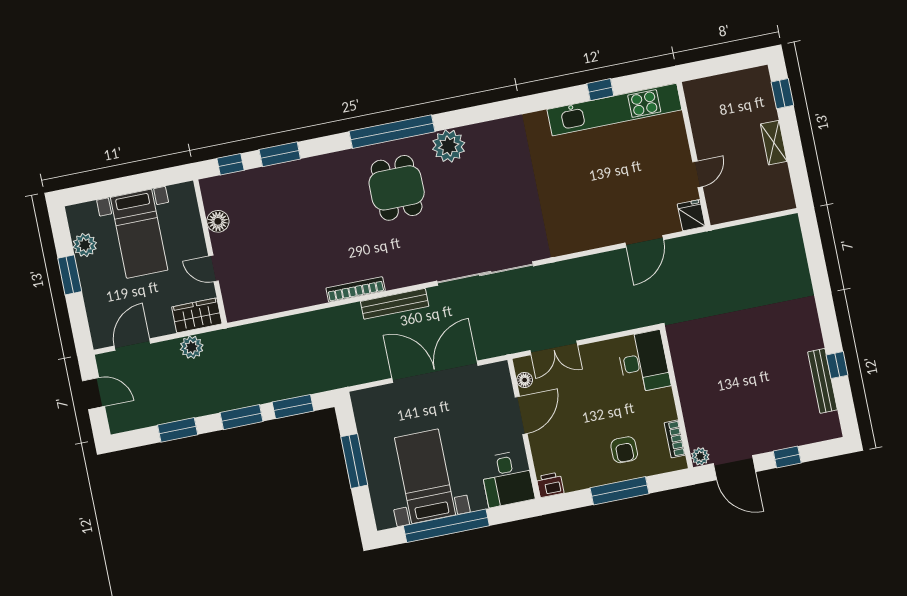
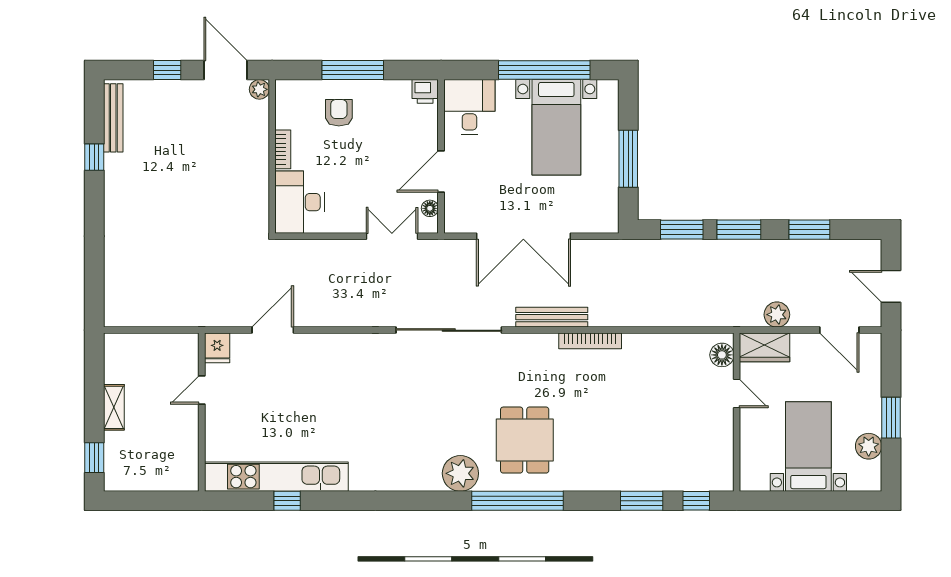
floor lamp: (218, 221) -> (722, 355), moved
door: (132, 345) -> (839, 330), hinge flipped
bench: (822, 381) -> (113, 118), moved
bookcase: (675, 439) -> (283, 149), moved

